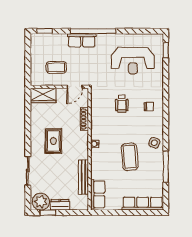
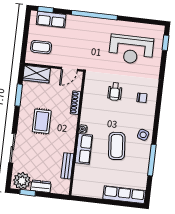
row of seats: (82, 40) -> (51, 19), moved
coffee table: (56, 67) -> (41, 47), moved
window: (28, 118) -> (19, 95), added
bench: (83, 177) -> (67, 166), width x0.73
row of seats: (98, 194) -> (84, 149), moved

